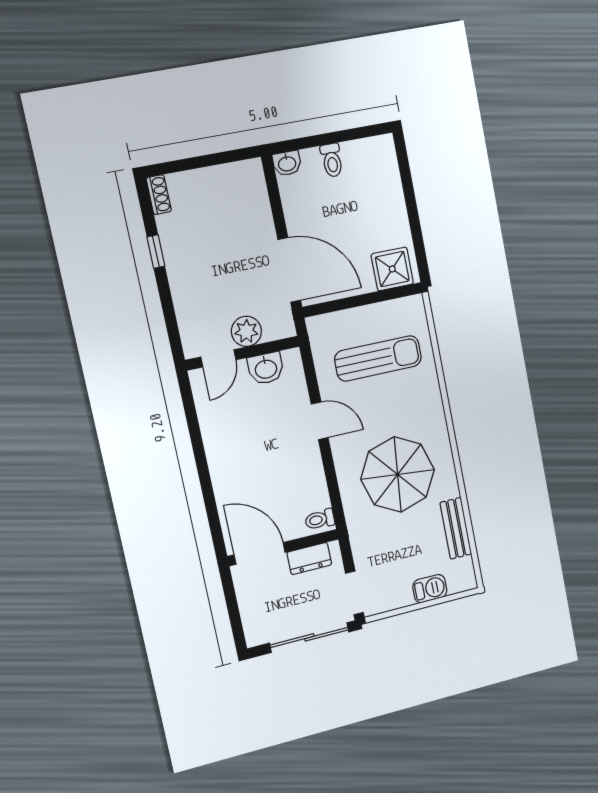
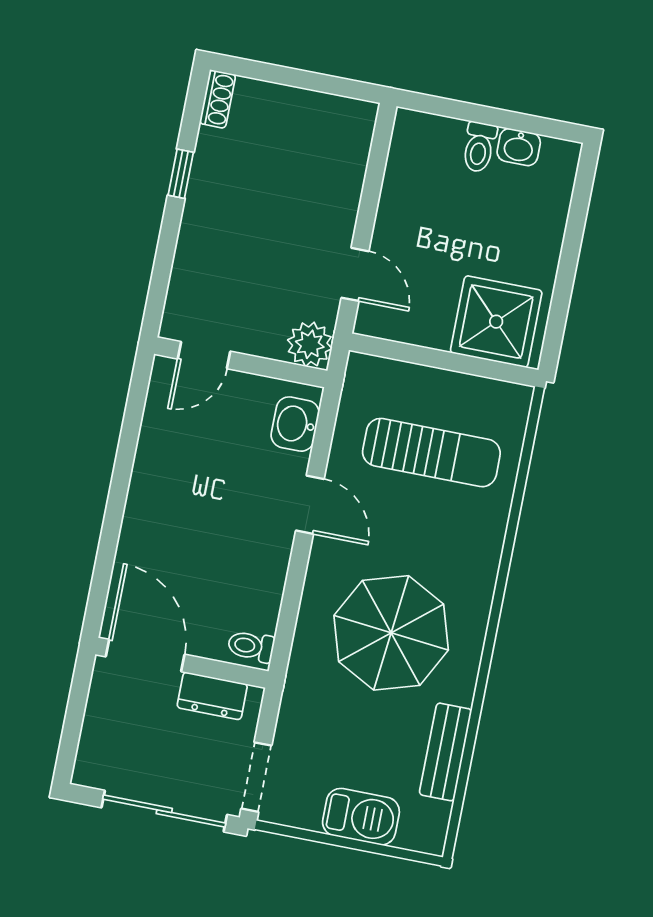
washbasin: (287, 163) -> (519, 147), moved
shower: (392, 269) -> (496, 322), width x1.36, depth x1.36
door: (289, 270) -> (355, 274), width x0.53
plant: (246, 331) -> (310, 344), moved
washbasin: (266, 368) -> (295, 424), moved, turned 90
barbecue: (430, 589) -> (361, 817), width x1.38, depth x1.27

